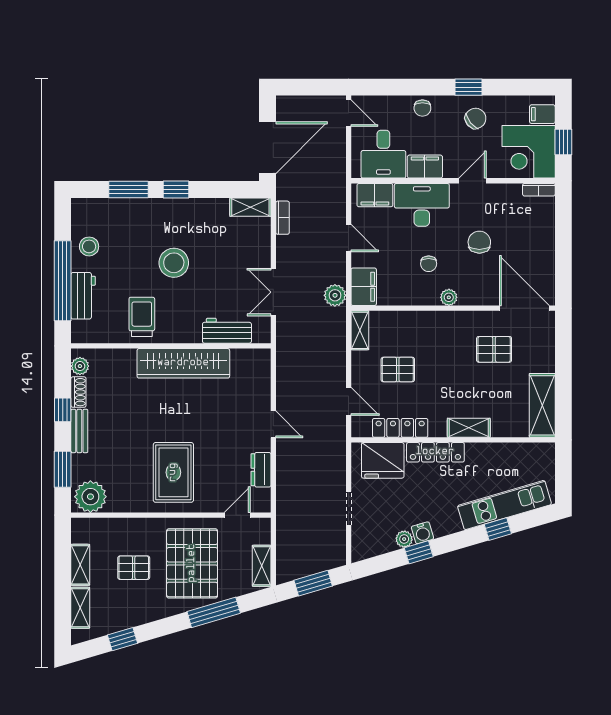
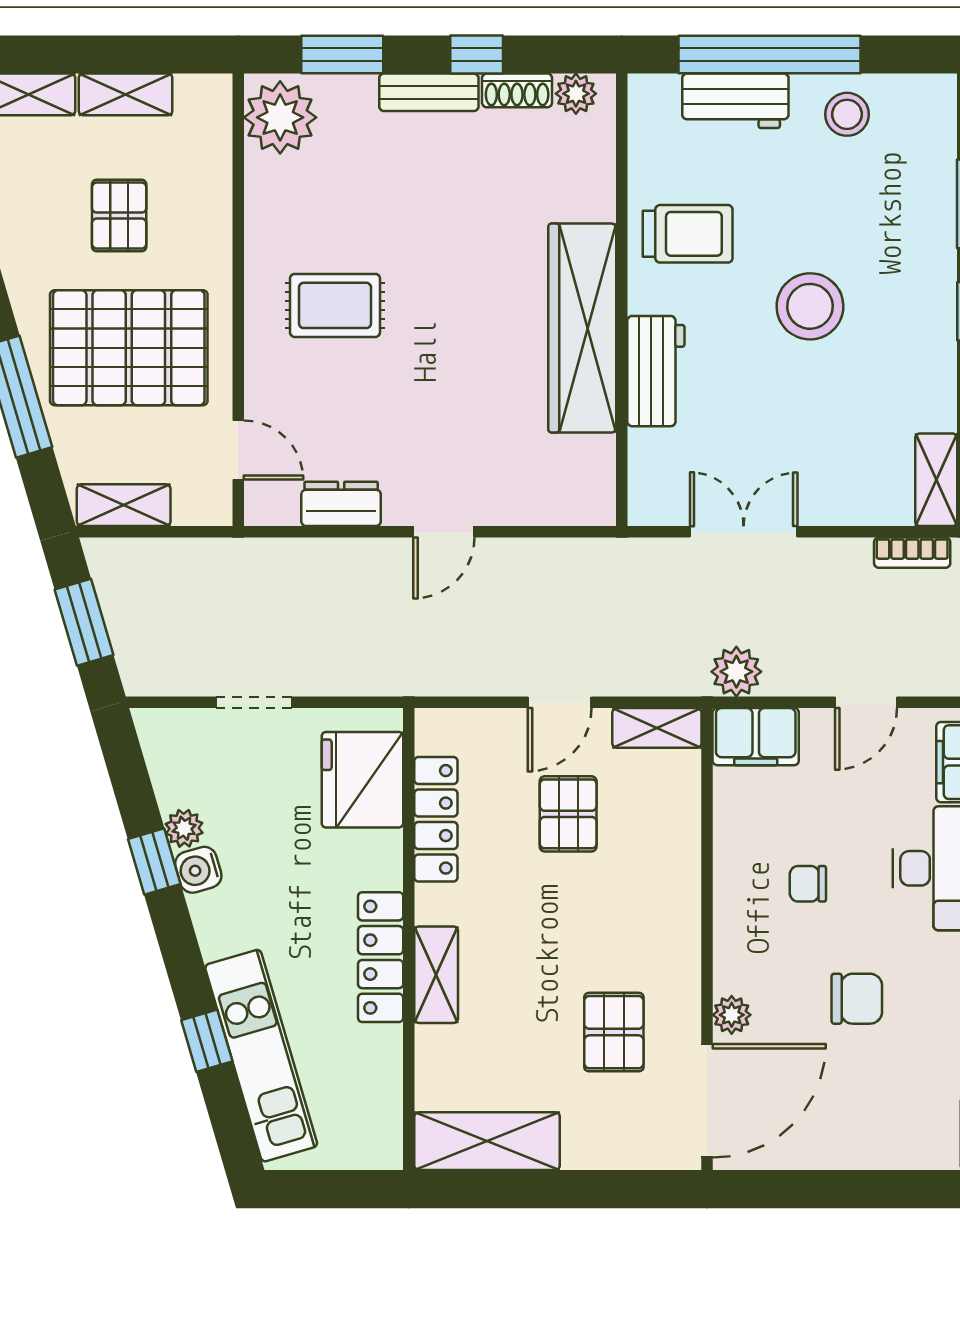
plant: (449, 297) -> (732, 1015), moved
workbench: (227, 331) -> (656, 371), moved
door: (349, 401) -> (560, 702), moved
locker: (435, 452) -> (381, 957), moved
rug: (173, 472) -> (335, 305), width x0.73, depth x0.70

